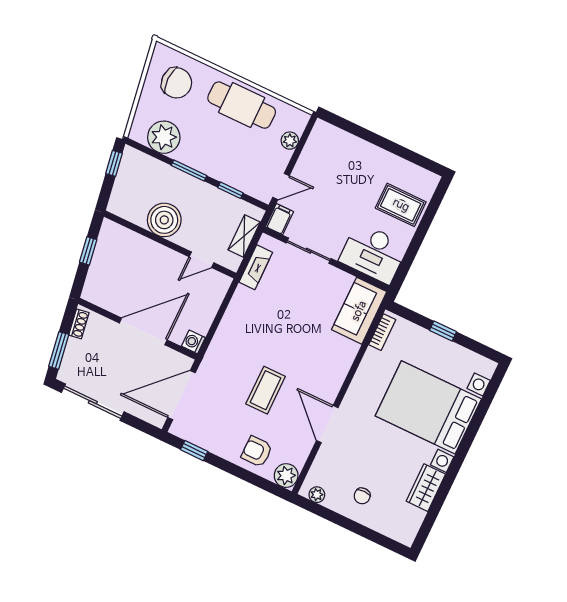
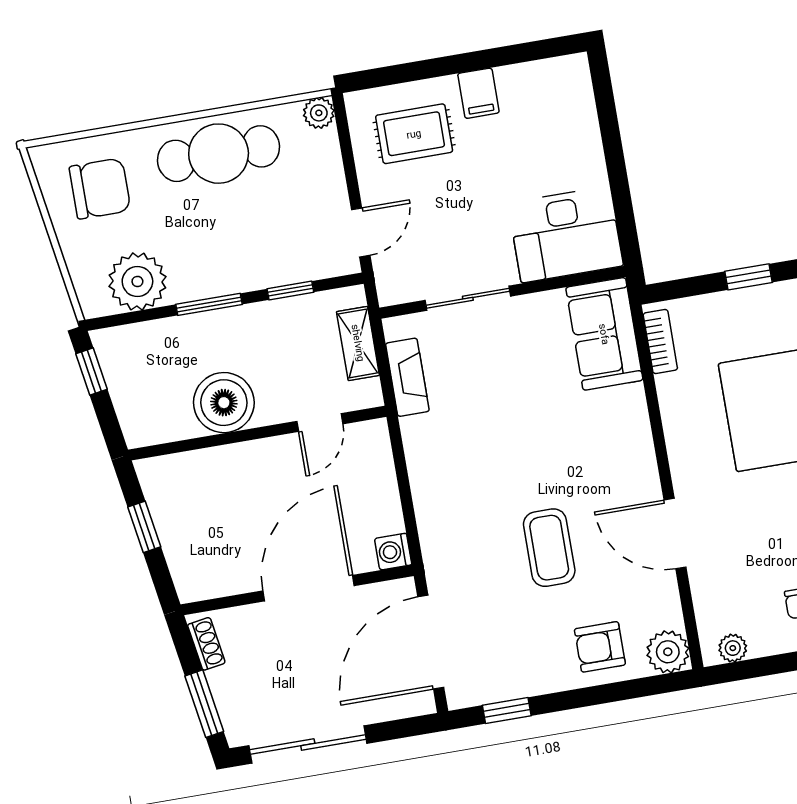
plant: (290, 141) -> (319, 113), moved
rug: (401, 205) -> (414, 134), moved
filing cabinet: (280, 219) -> (478, 93), moved, turned 180

